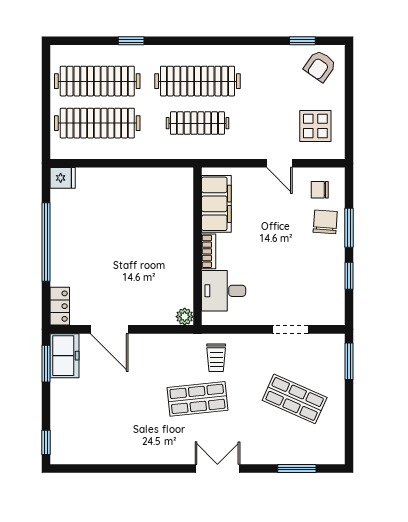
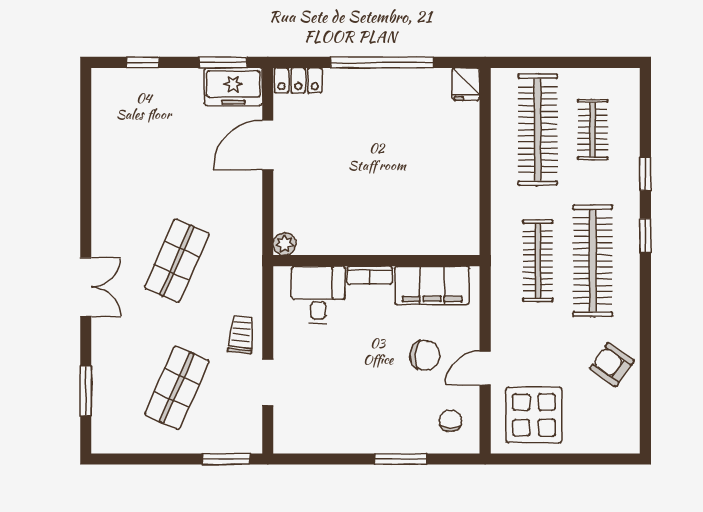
window: (302, 41) -> (645, 236), moved
armchair: (320, 66) -> (612, 365), moved
clothes rail: (97, 81) -> (593, 130), width x0.54, depth x0.76
display table: (315, 126) -> (534, 415), width x1.36, depth x1.36
chair: (325, 222) -> (425, 355), moved
window: (349, 276) -> (338, 459), removed
trolley: (216, 358) -> (241, 334), moved, turned 96
shop shelf: (197, 399) -> (177, 261), turned 30
window: (46, 442) -> (143, 62), moved

